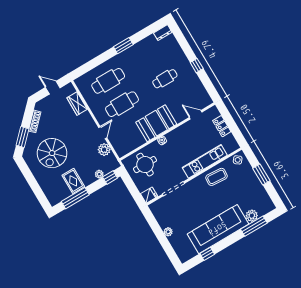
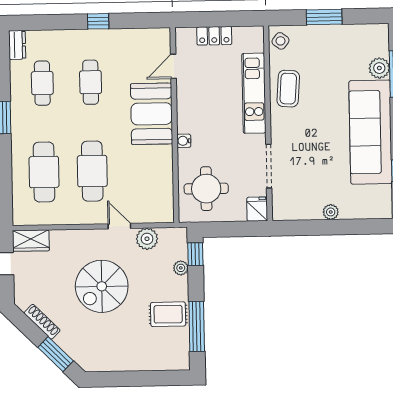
cafe table: (151, 55) -> (42, 83), added
wardrobe: (77, 103) -> (31, 241), moved
booth: (156, 123) -> (152, 114), moved
spiral stairs: (52, 153) -> (102, 286), moved, turned 90

